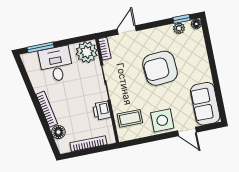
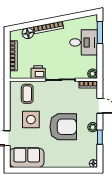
window: (182, 19) -> (100, 137), moved
plant: (179, 28) -> (93, 127), moved
plant: (87, 52) -> (93, 74), width x0.53, depth x0.53
armchair: (160, 68) -> (63, 127), turned 94
side table: (162, 120) -> (31, 120), moved

